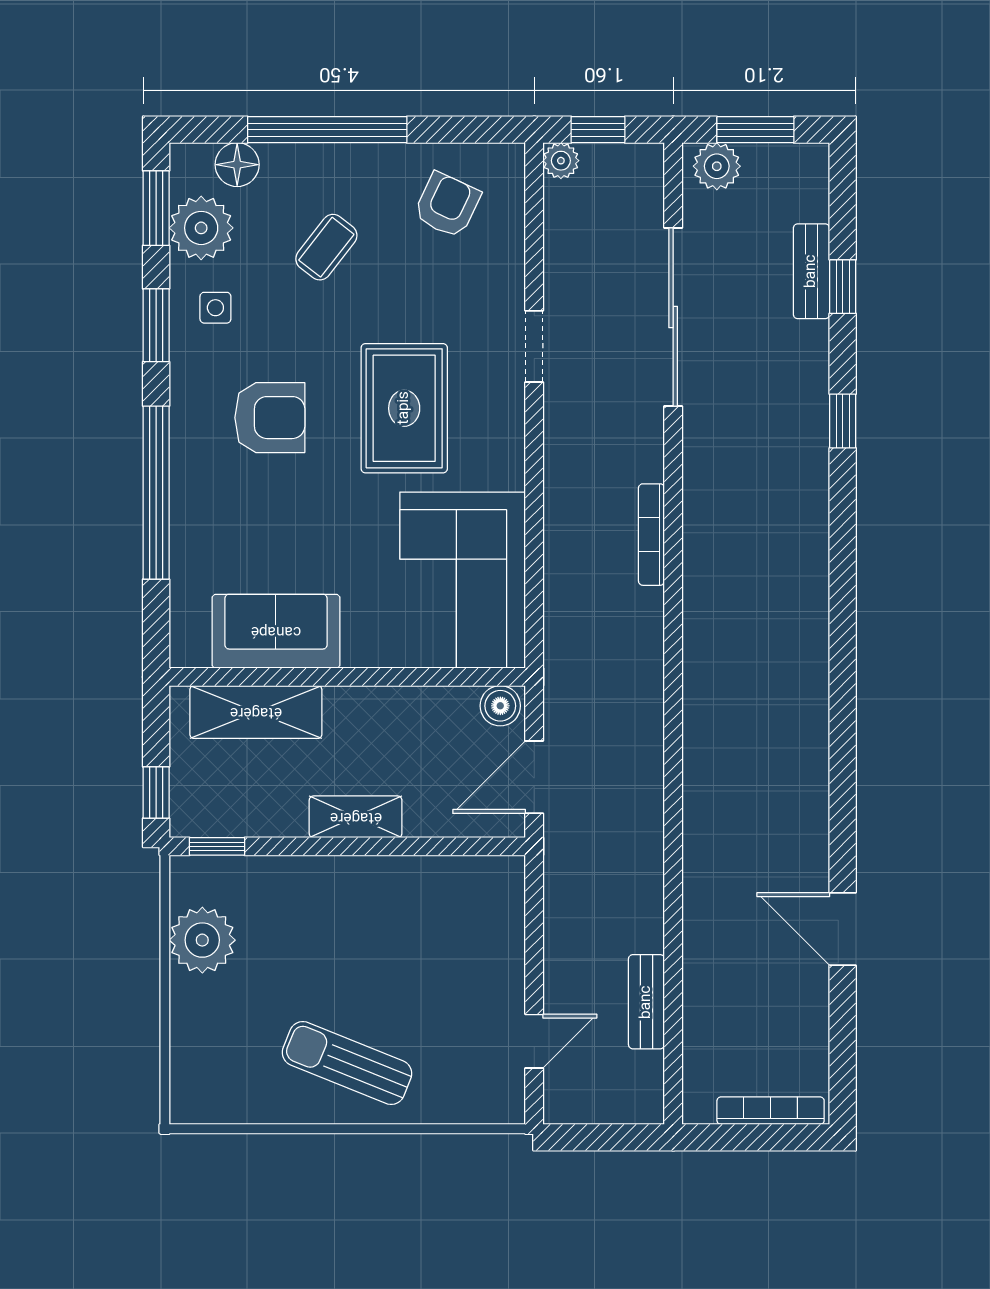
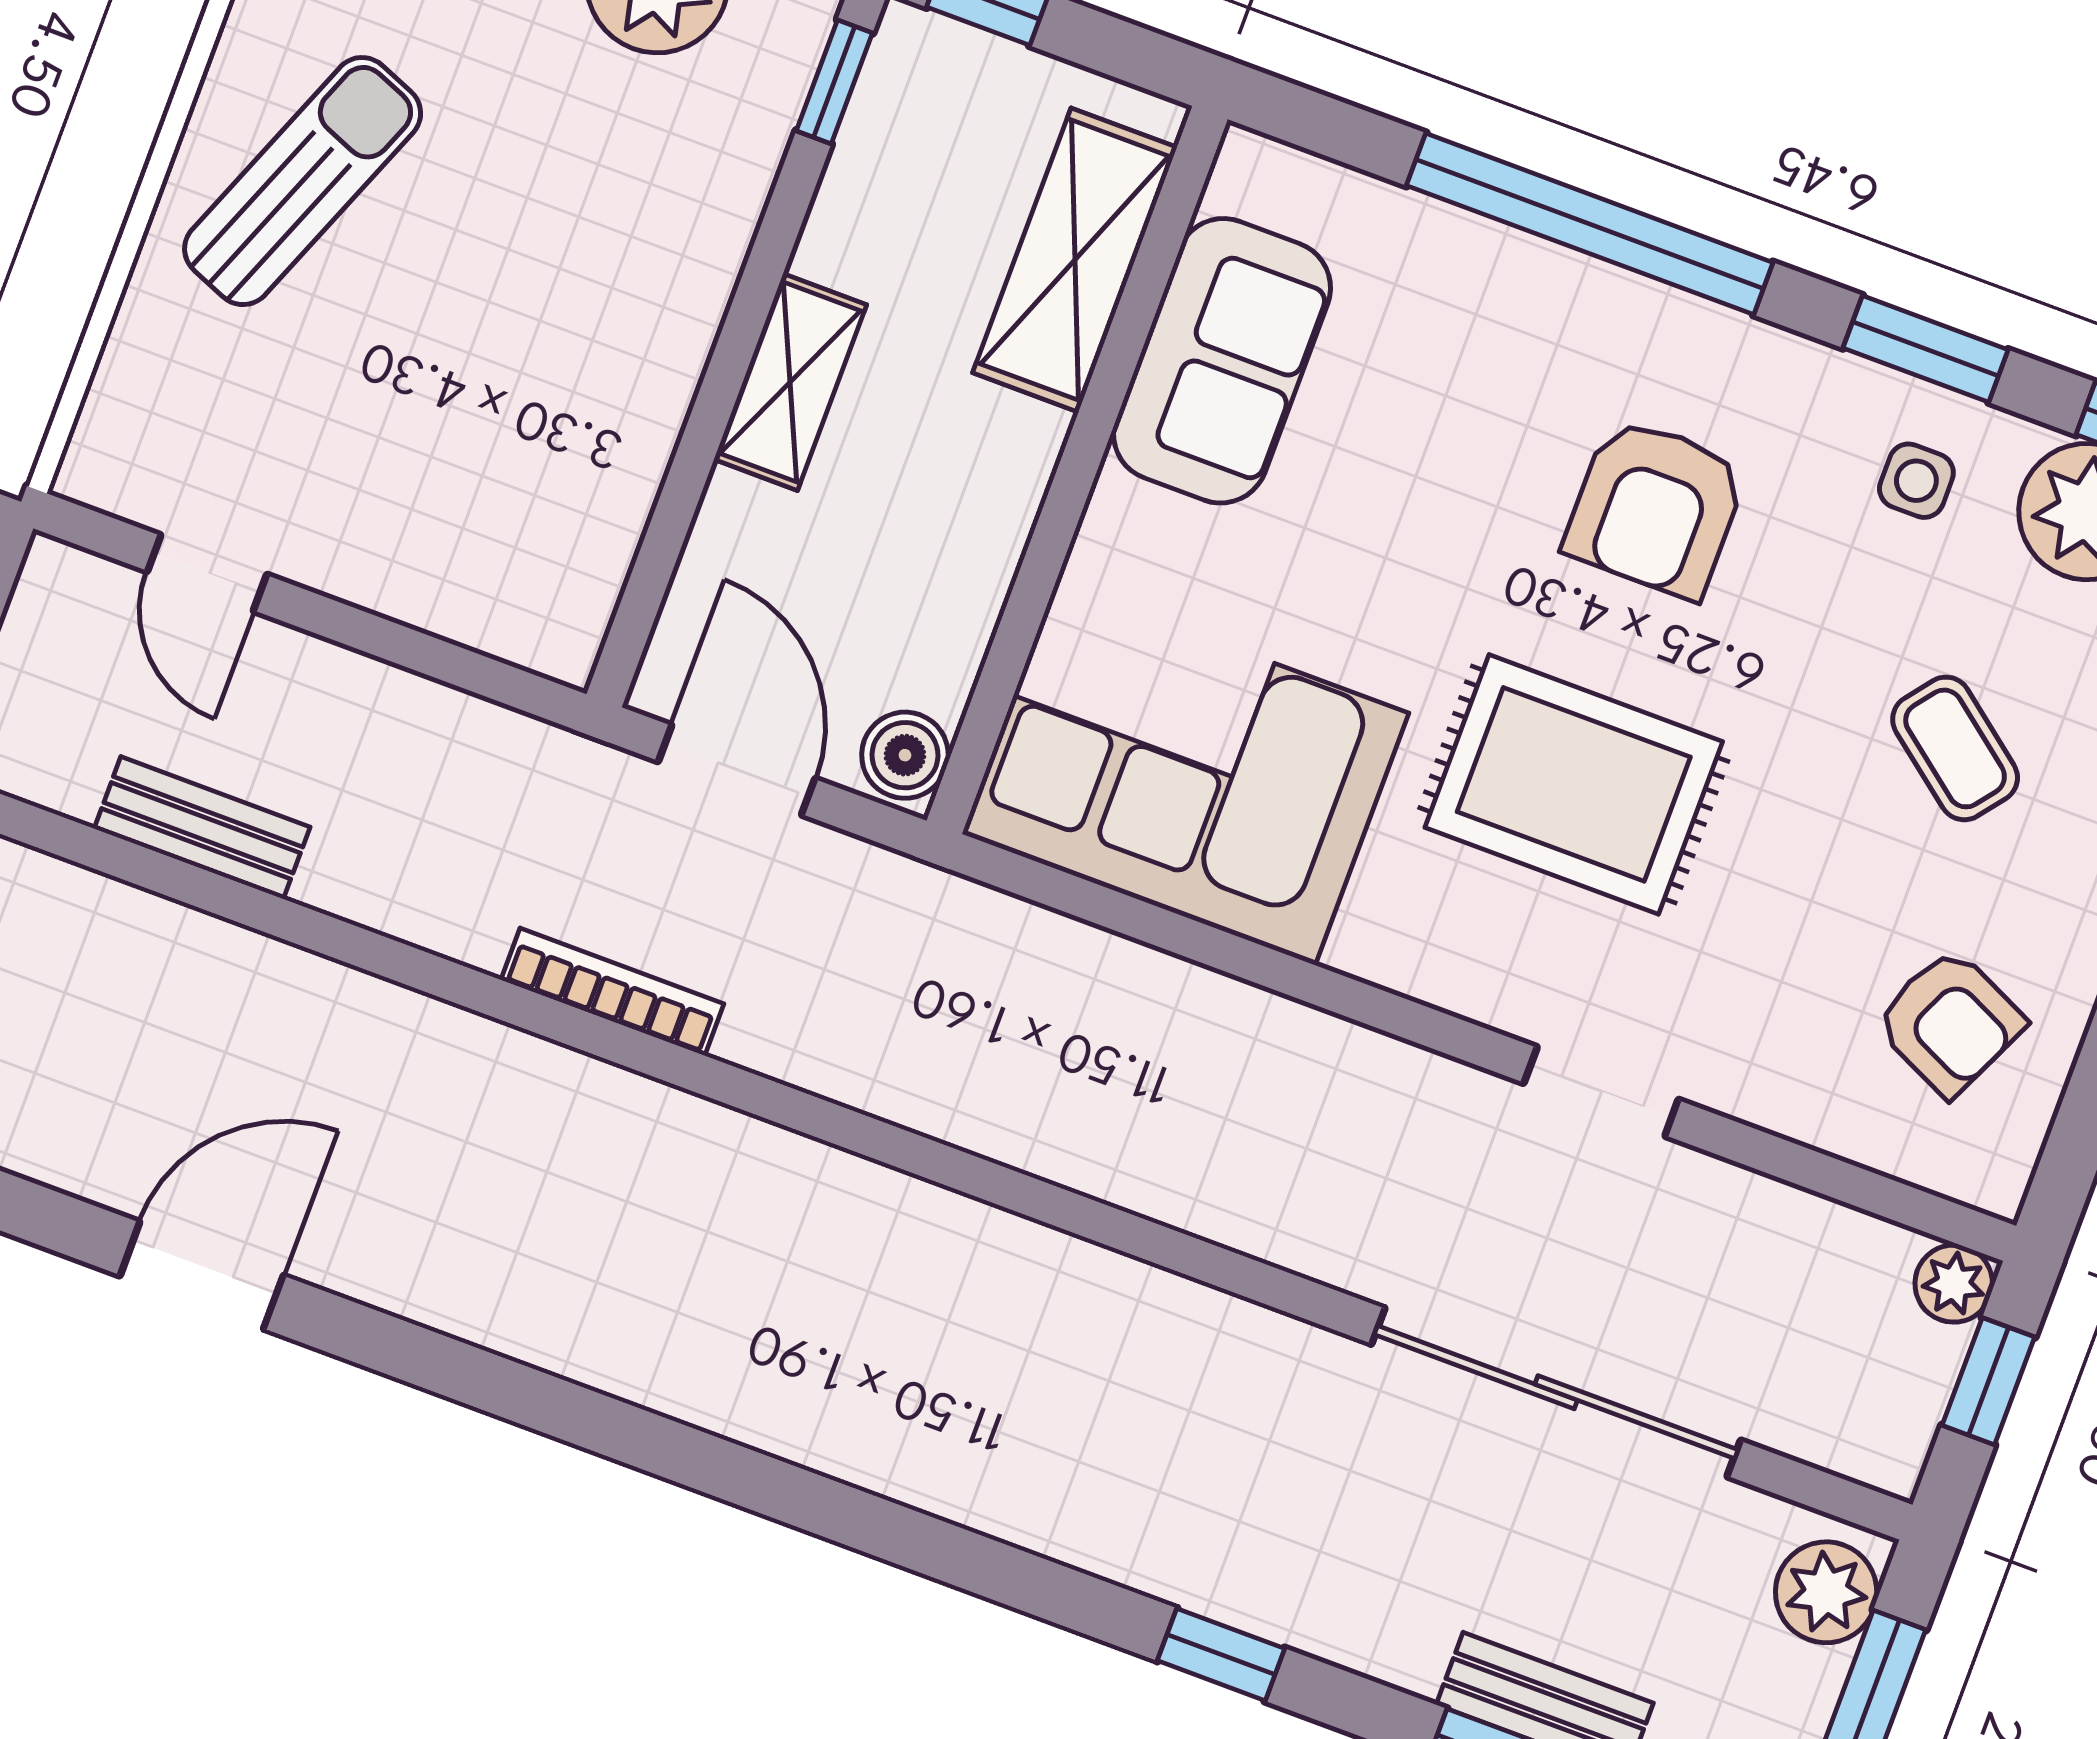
bookcase: (651, 535) -> (612, 992), moved

